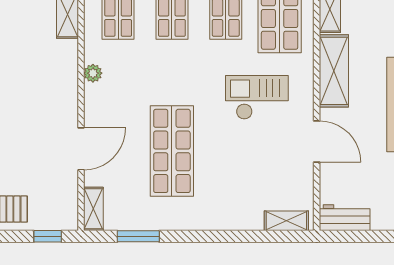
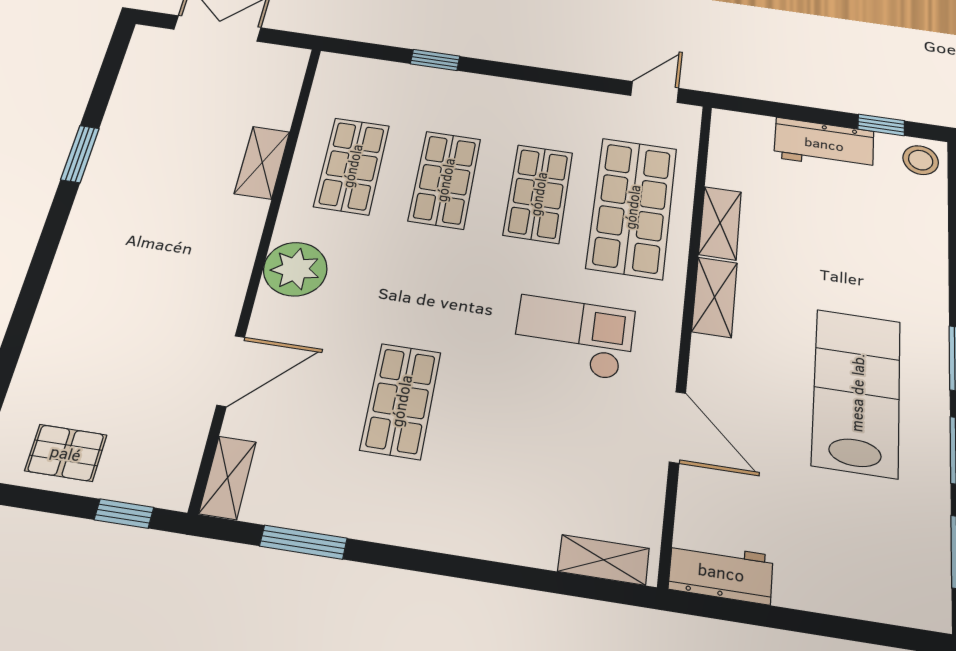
shelving: (334, 71) -> (715, 297), width x0.67, depth x0.75
plant: (93, 73) -> (295, 269), width x1.88, depth x1.88
shop shelf: (172, 151) -> (401, 401), width x0.70, depth x0.74

